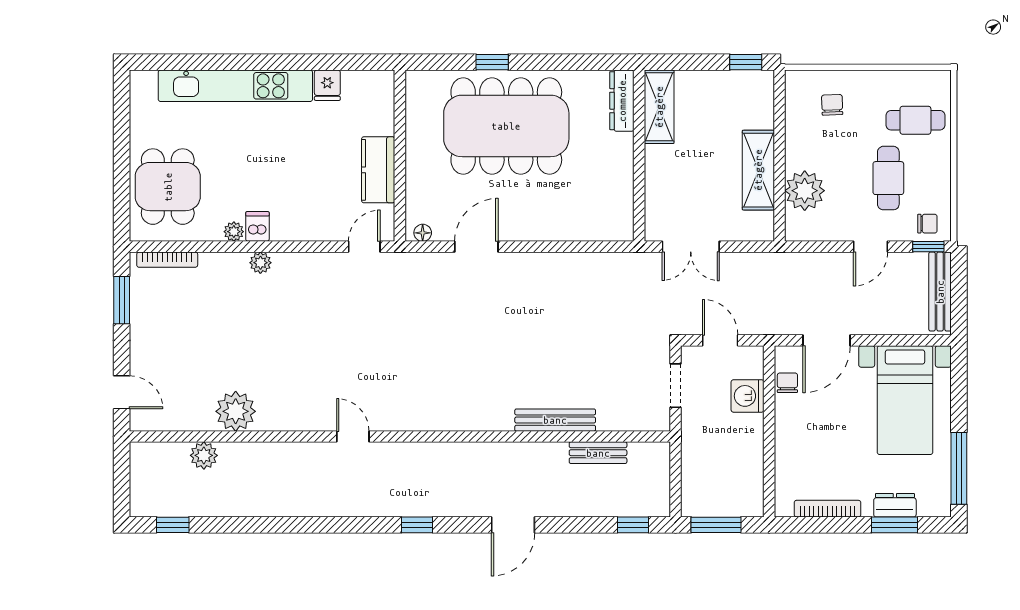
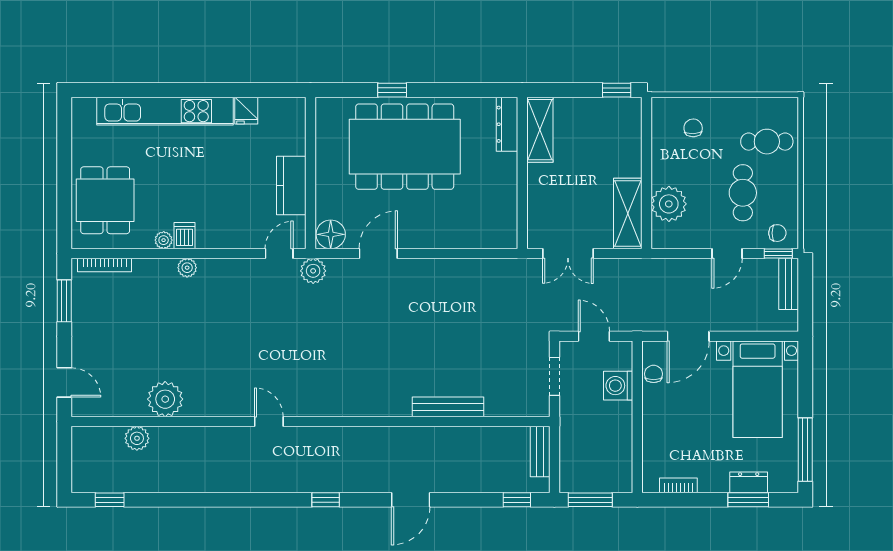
shelving: (758, 170) -> (628, 214), moved
floor lamp: (423, 233) -> (331, 234), width x1.89, depth x1.89
plant: (403, 266) -> (313, 271), added
bench: (940, 292) -> (789, 284), width x0.73
bench: (598, 453) -> (540, 452), moved, turned 90
bookcase: (827, 509) -> (678, 485), width x0.64

